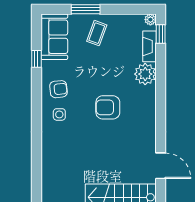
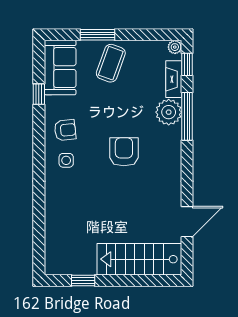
coffee table: (97, 33) -> (111, 63), width x1.36, depth x1.30
window: (161, 78) -> (187, 116), added
armchair: (108, 107) -> (124, 152), turned 90
door: (161, 166) -> (187, 222), hinge flipped

